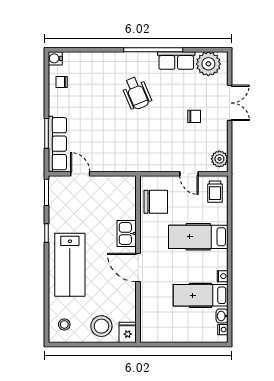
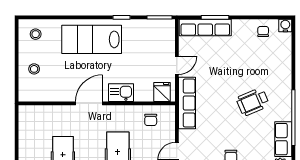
row of seats: (138, 163) -> (187, 103), added
door: (80, 174) -> (177, 65), moved
chair: (156, 202) -> (151, 120), width x0.54, depth x0.54
stool: (101, 326) -> (34, 69), width x0.53, depth x0.53
fridge: (128, 332) -> (162, 92), moved, turned -90

